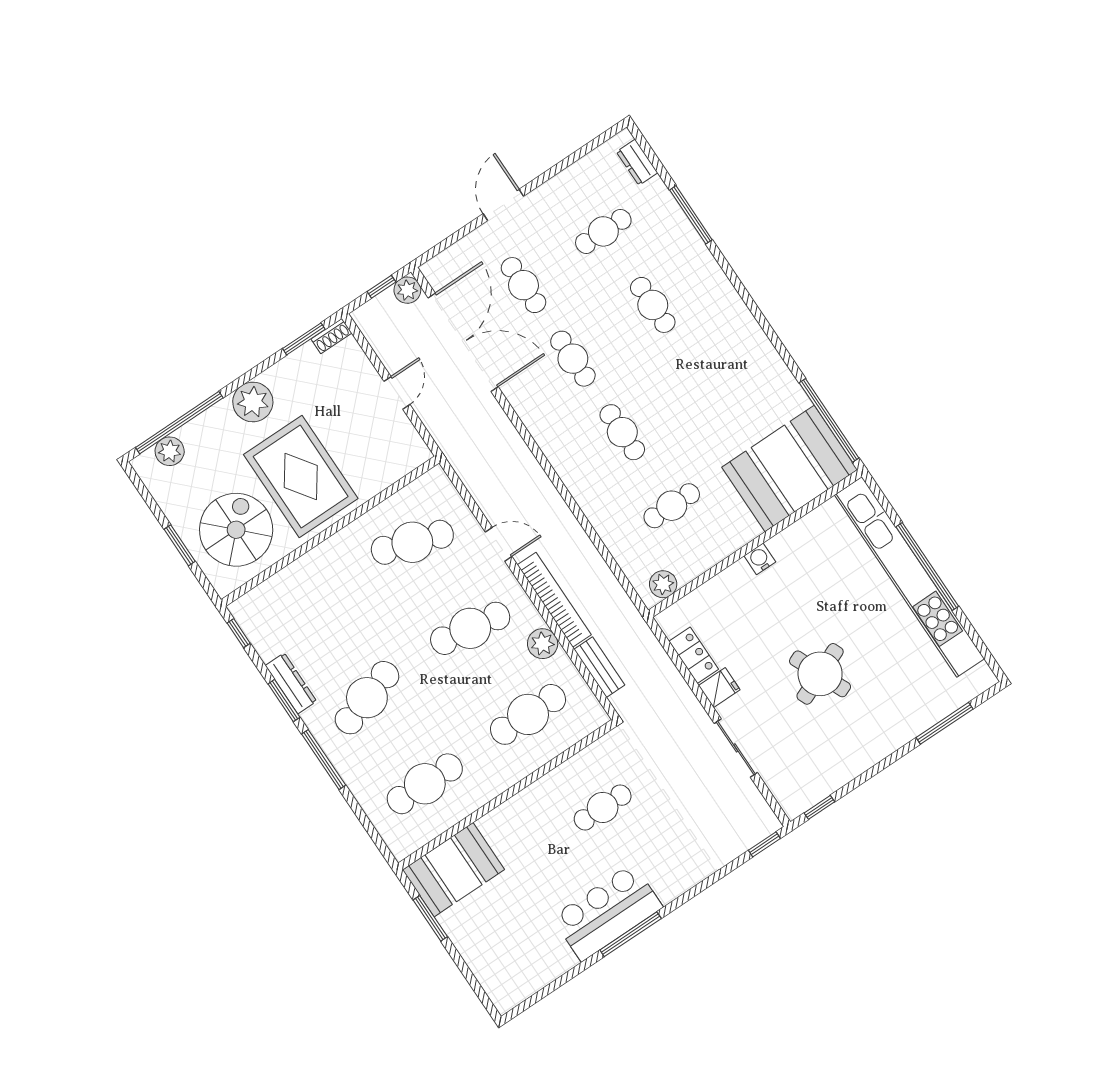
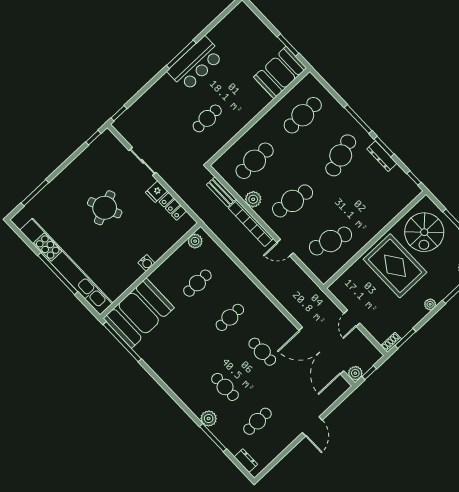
plant: (693, 252) -> (209, 419), added
cafe table: (523, 285) -> (295, 386), removed
plant: (253, 402) -> (430, 304), width x0.53, depth x0.53
cafe table: (622, 432) -> (230, 317), turned 90

